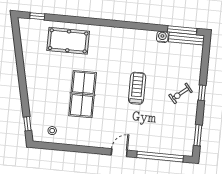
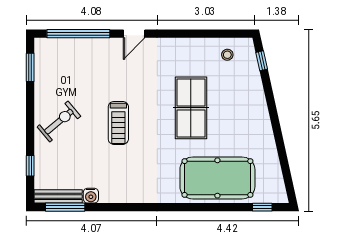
pool table: (68, 41) -> (217, 178), width x1.36, depth x1.32
exercise bike: (181, 93) -> (59, 122), width x1.38, depth x1.39
window: (202, 93) -> (30, 166), moved

